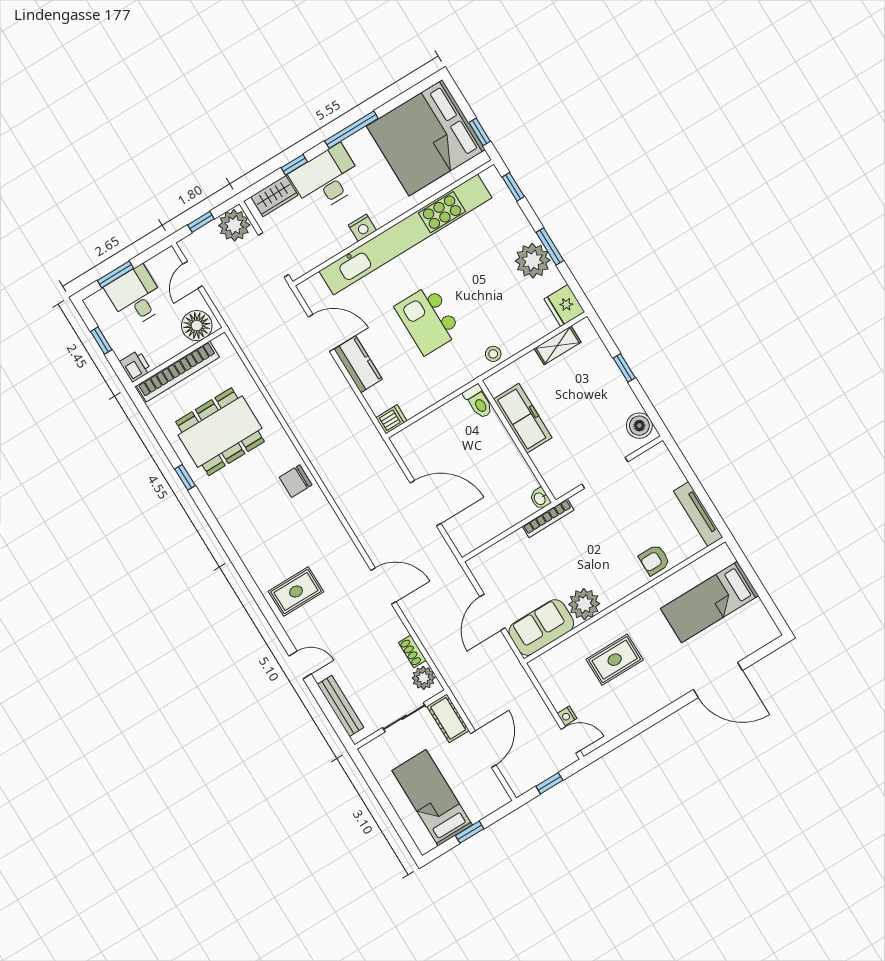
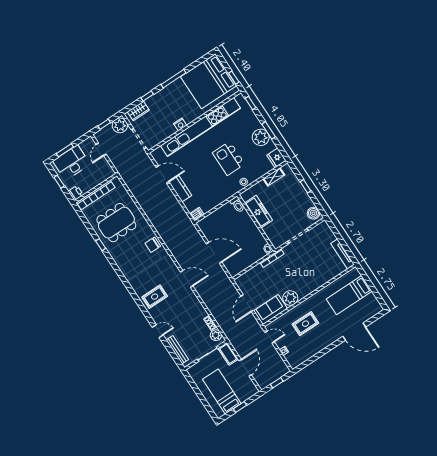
desk: (327, 179) -> (163, 102), removed
desk: (136, 296) -> (71, 163), width x1.37
kitchen island: (428, 320) -> (229, 158), moved
floor lamp: (197, 326) -> (104, 173), removed
armchair: (654, 560) -> (323, 276), removed
door: (383, 586) -> (187, 279), moved
door: (571, 740) -> (270, 337), moved

